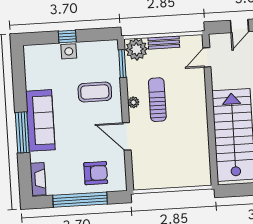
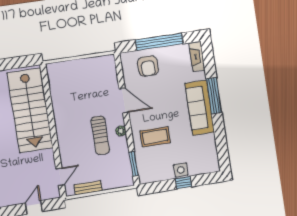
bench: (164, 42) -> (88, 188), moved
plant: (137, 49) -> (123, 178), removed
armchair: (96, 173) -> (148, 66), turned -90

